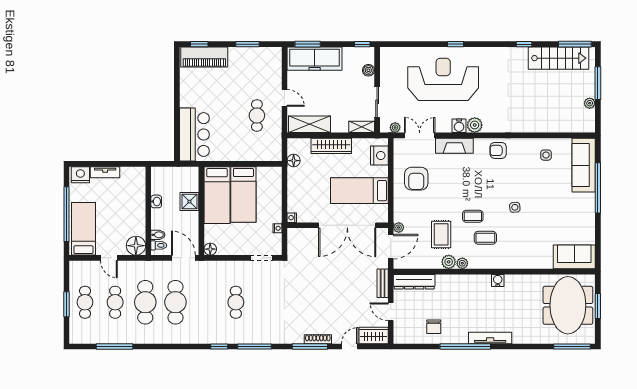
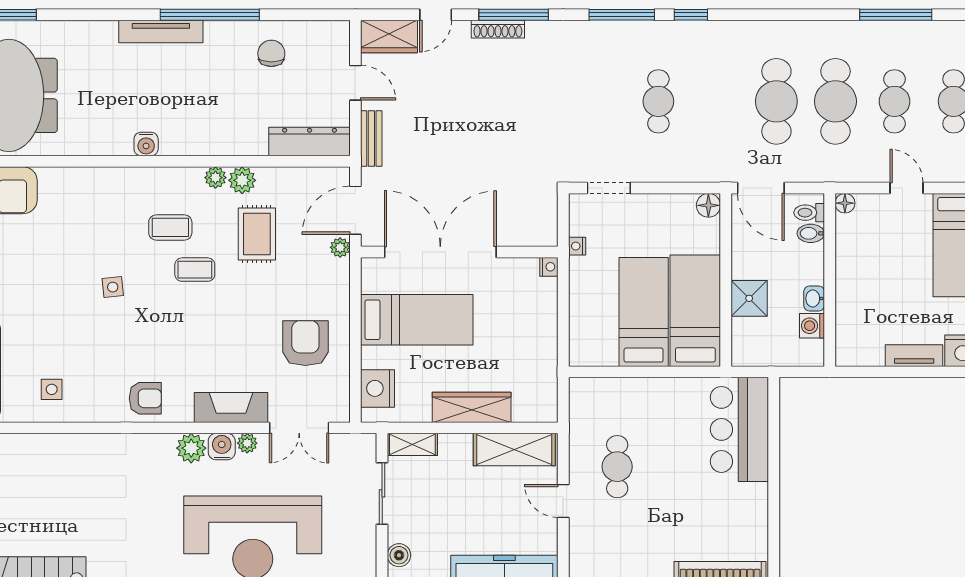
plant: (395, 128) -> (247, 443), moved
floor lamp: (294, 161) -> (545, 379), removed
washing machine: (157, 188) -> (812, 326), added
floor lamp: (136, 246) -> (845, 203), width x0.53, depth x0.53

